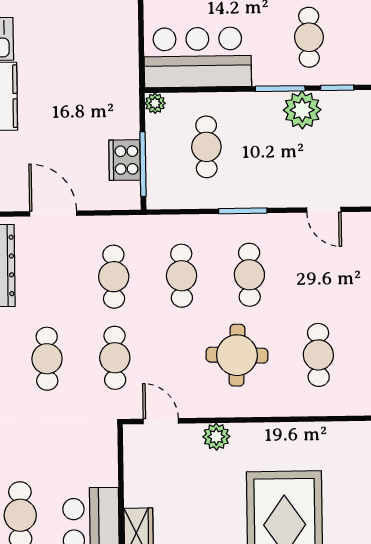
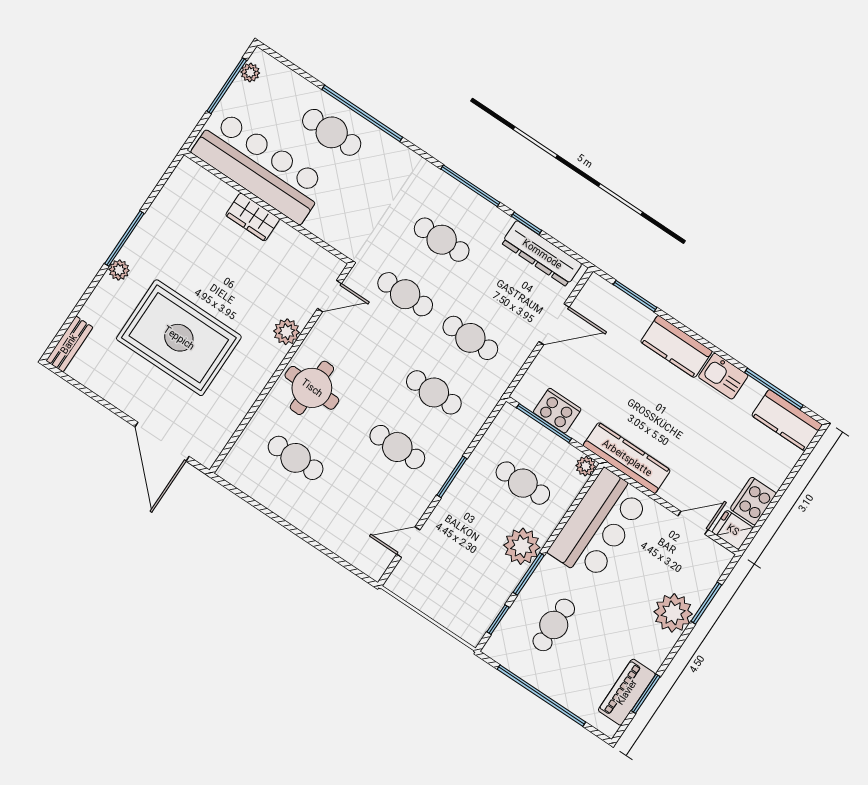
cafe table: (309, 37) -> (554, 625), turned 90
kitchen counter: (124, 73) -> (627, 458), added
plant: (302, 110) -> (522, 546), moved
round table: (237, 355) -> (312, 388), moved

